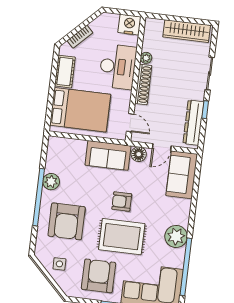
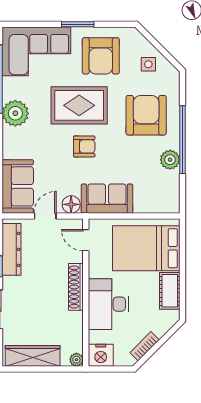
bookcase: (80, 37) -> (145, 346), moved
plant: (146, 58) -> (76, 360), moved

